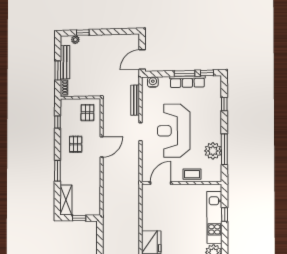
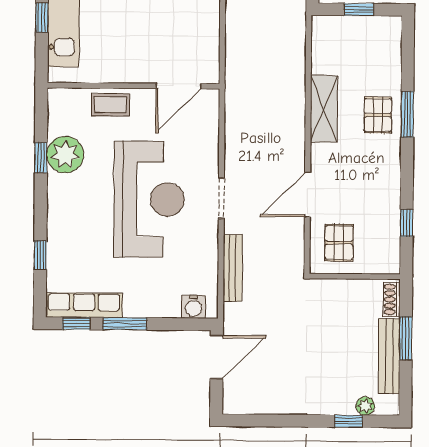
row of seats: (187, 82) -> (84, 305), moved
pallet: (76, 144) -> (378, 115), moved
door: (102, 147) -> (307, 195), moved
window: (224, 149) -> (41, 158), width x0.46
shelving: (66, 200) -> (324, 109), moved

